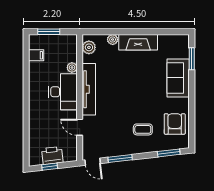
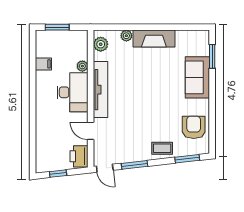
filing cabinet: (36, 55) -> (43, 64), moved
coffee table: (143, 129) -> (162, 148), moved
printer: (52, 155) -> (79, 156), moved, turned -83

